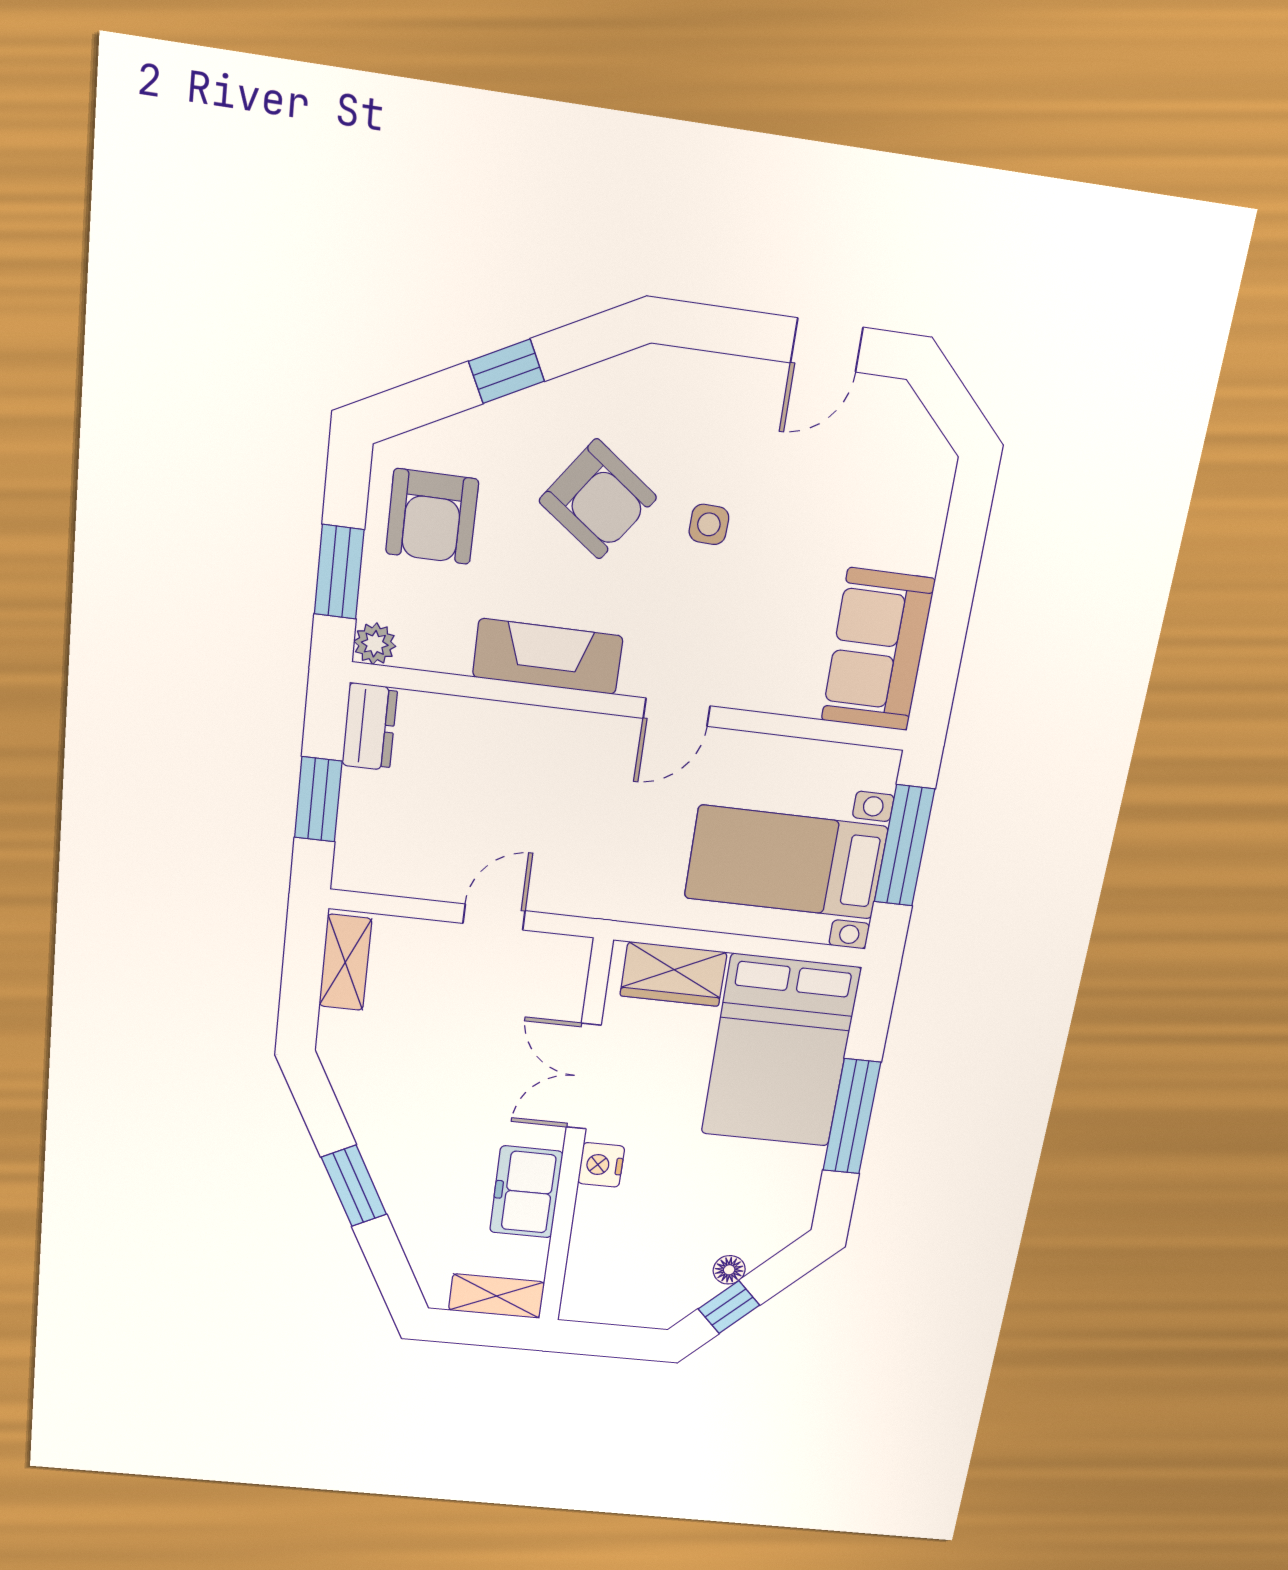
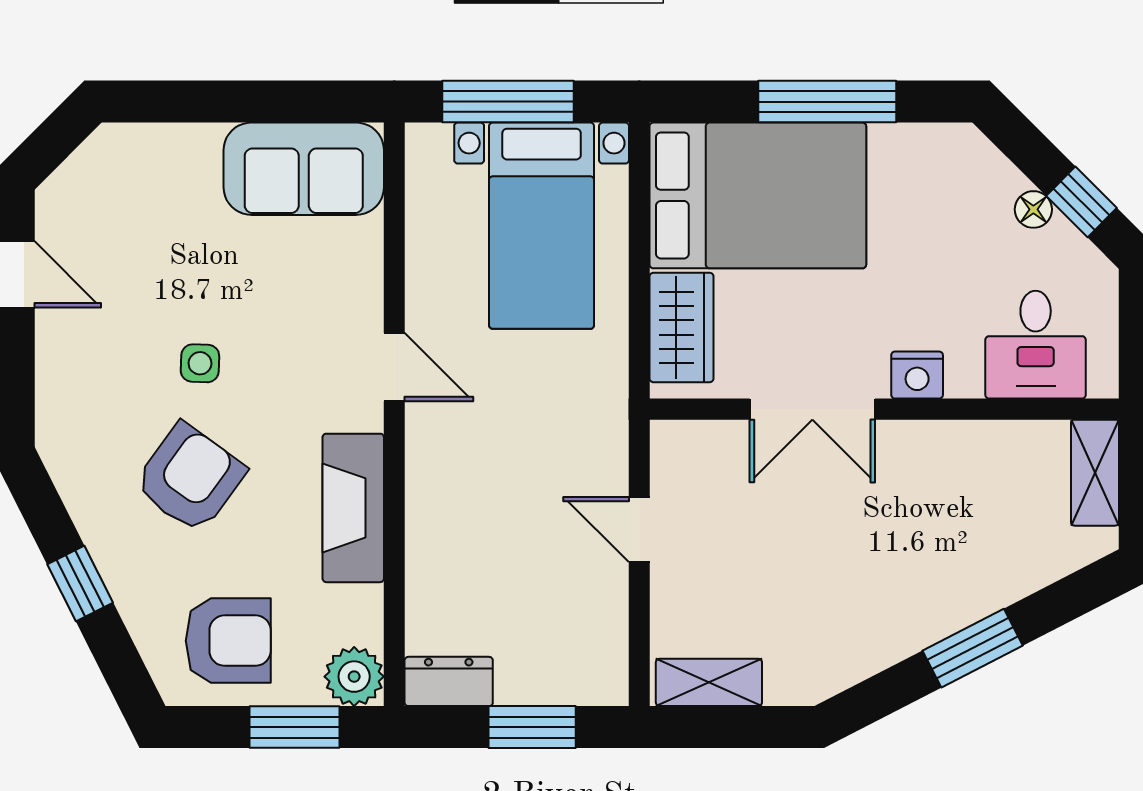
plant: (375, 644) -> (354, 677), width x1.38, depth x1.38
freezer: (526, 1192) -> (960, 455), removed
desk: (613, 1261) -> (1036, 345), added

